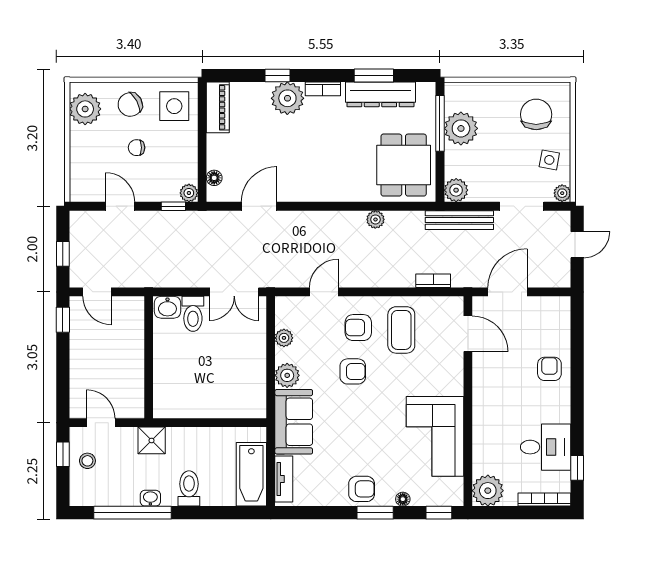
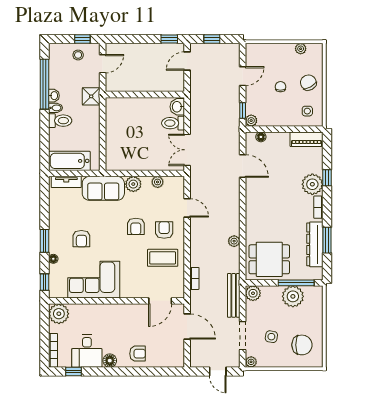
side table: (174, 106) -> (307, 111), width x0.54, depth x0.54
plant: (85, 109) -> (301, 49), width x0.53, depth x0.53
side table: (549, 160) -> (271, 337), moved
floor lamp: (560, 412) -> (110, 361), added
armchair: (362, 489) -> (81, 239), moved
bidet: (169, 496) -> (56, 108), added

